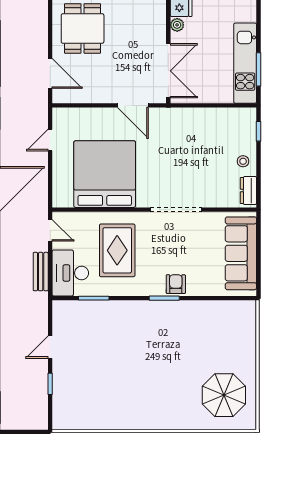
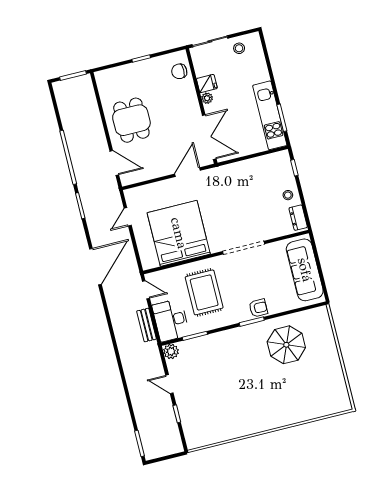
door: (133, 105) -> (188, 172), swing flipped
armchair: (176, 284) -> (258, 308), turned 90
plant: (61, 309) -> (171, 351), added
door: (50, 347) -> (169, 384), hinge flipped
parasol: (224, 395) -> (286, 345), moved

